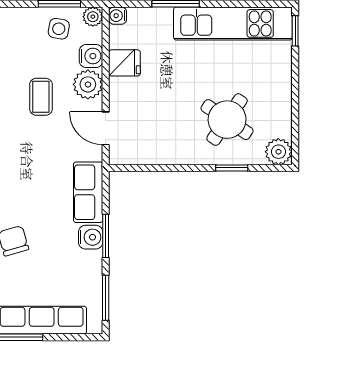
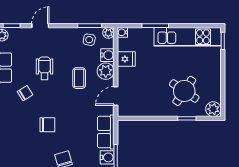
door: (106, 128) -> (116, 96), hinge flipped

